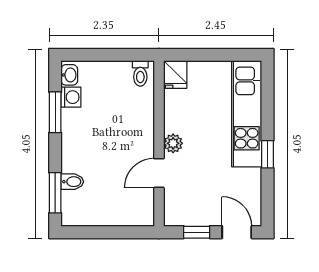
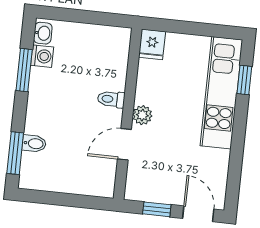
toilet: (140, 73) -> (111, 99), moved, turned 90
window: (267, 154) -> (244, 80), moved

